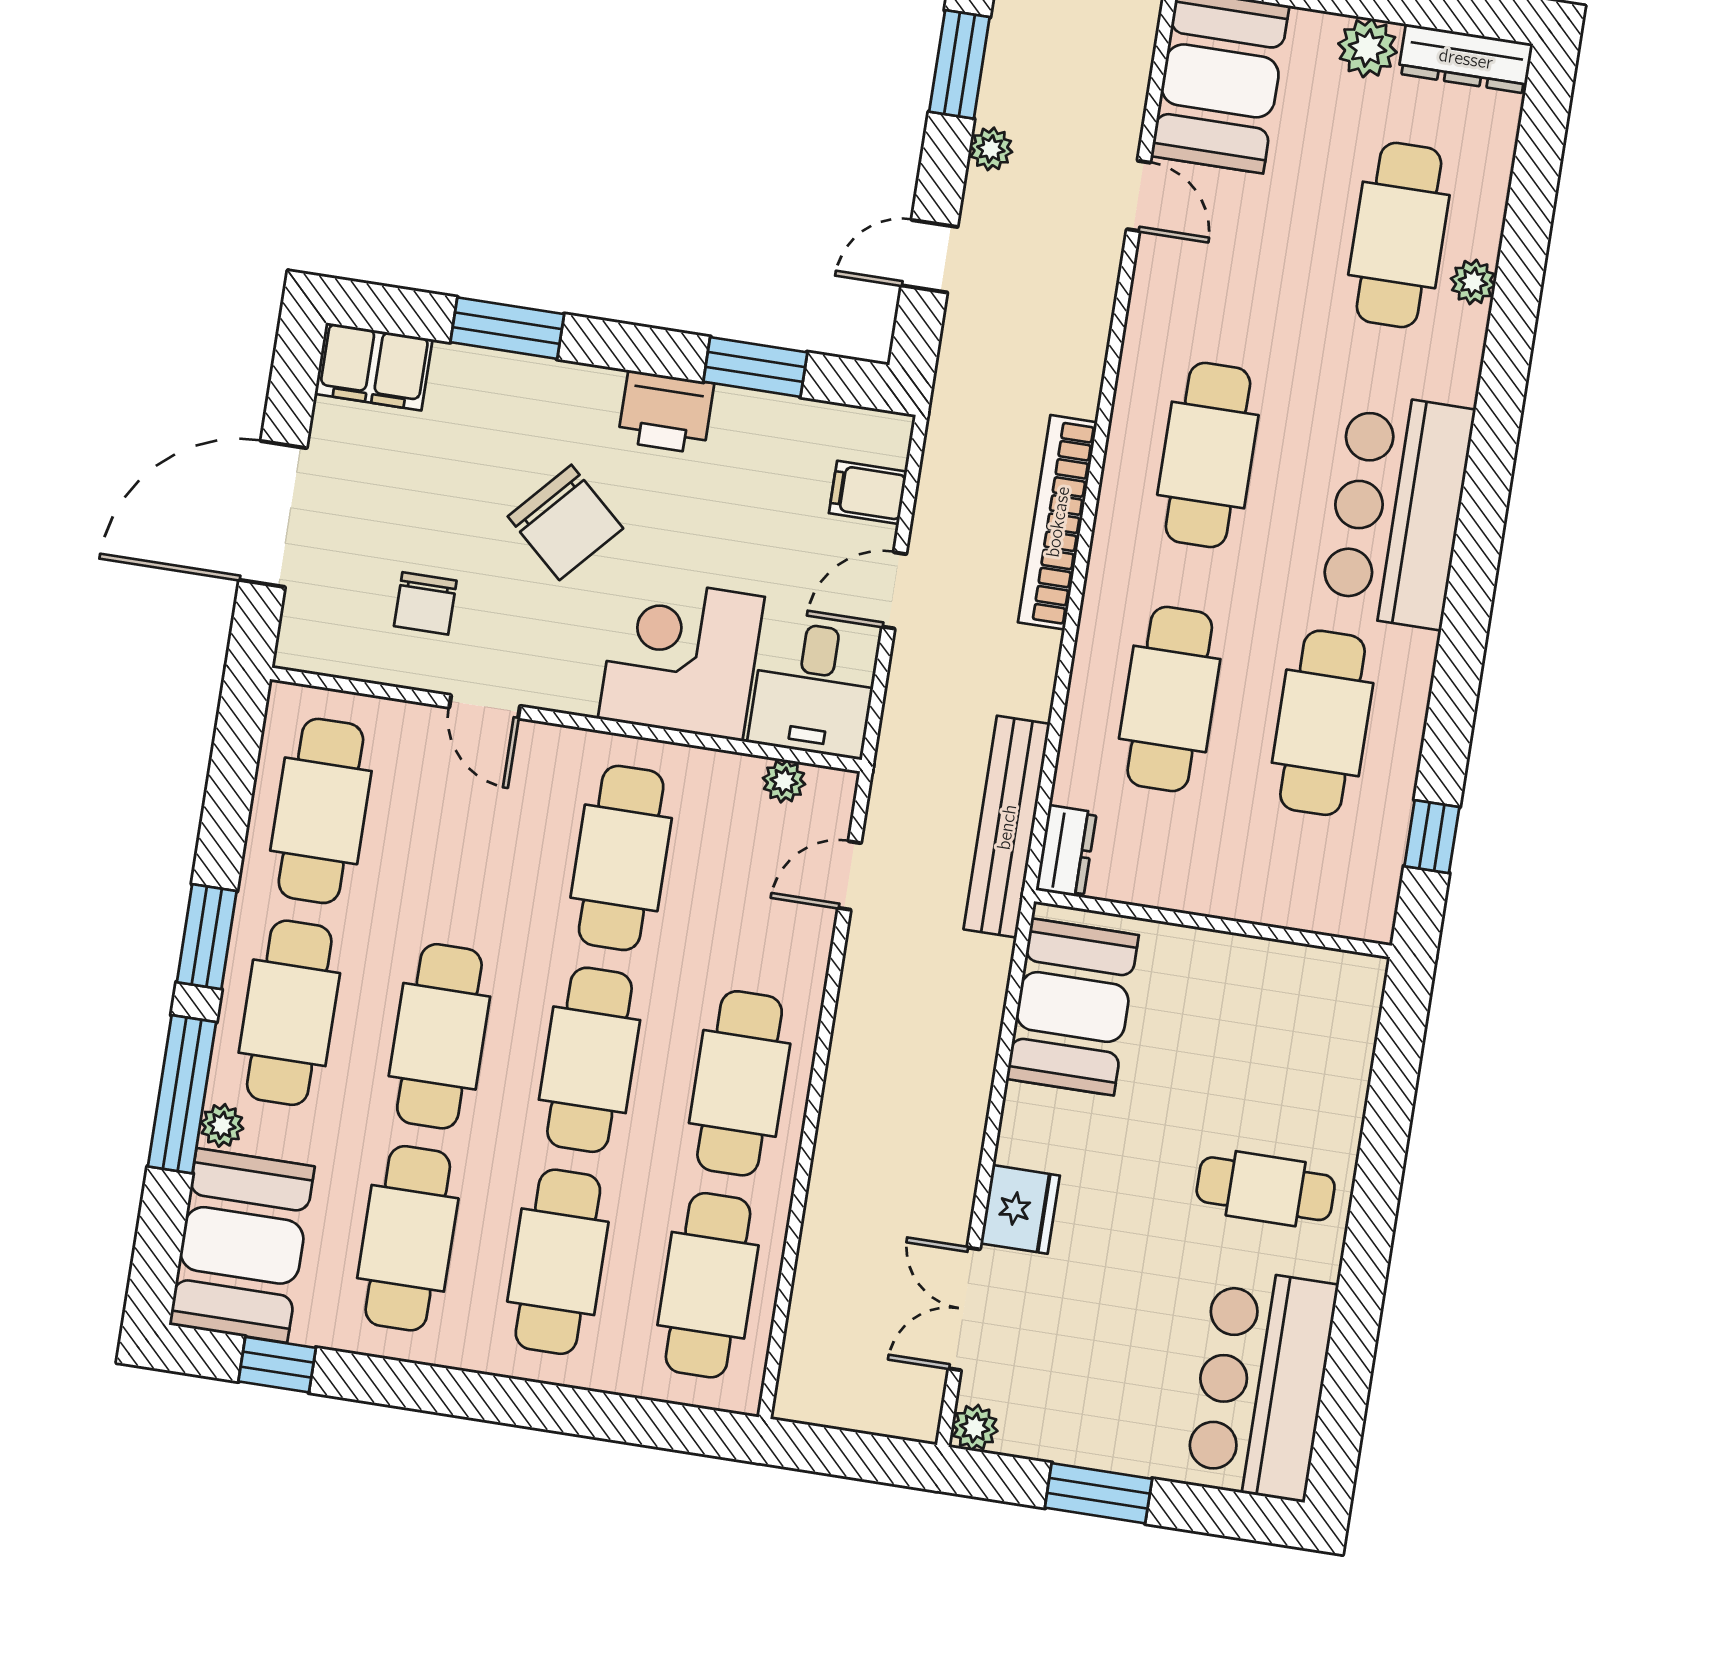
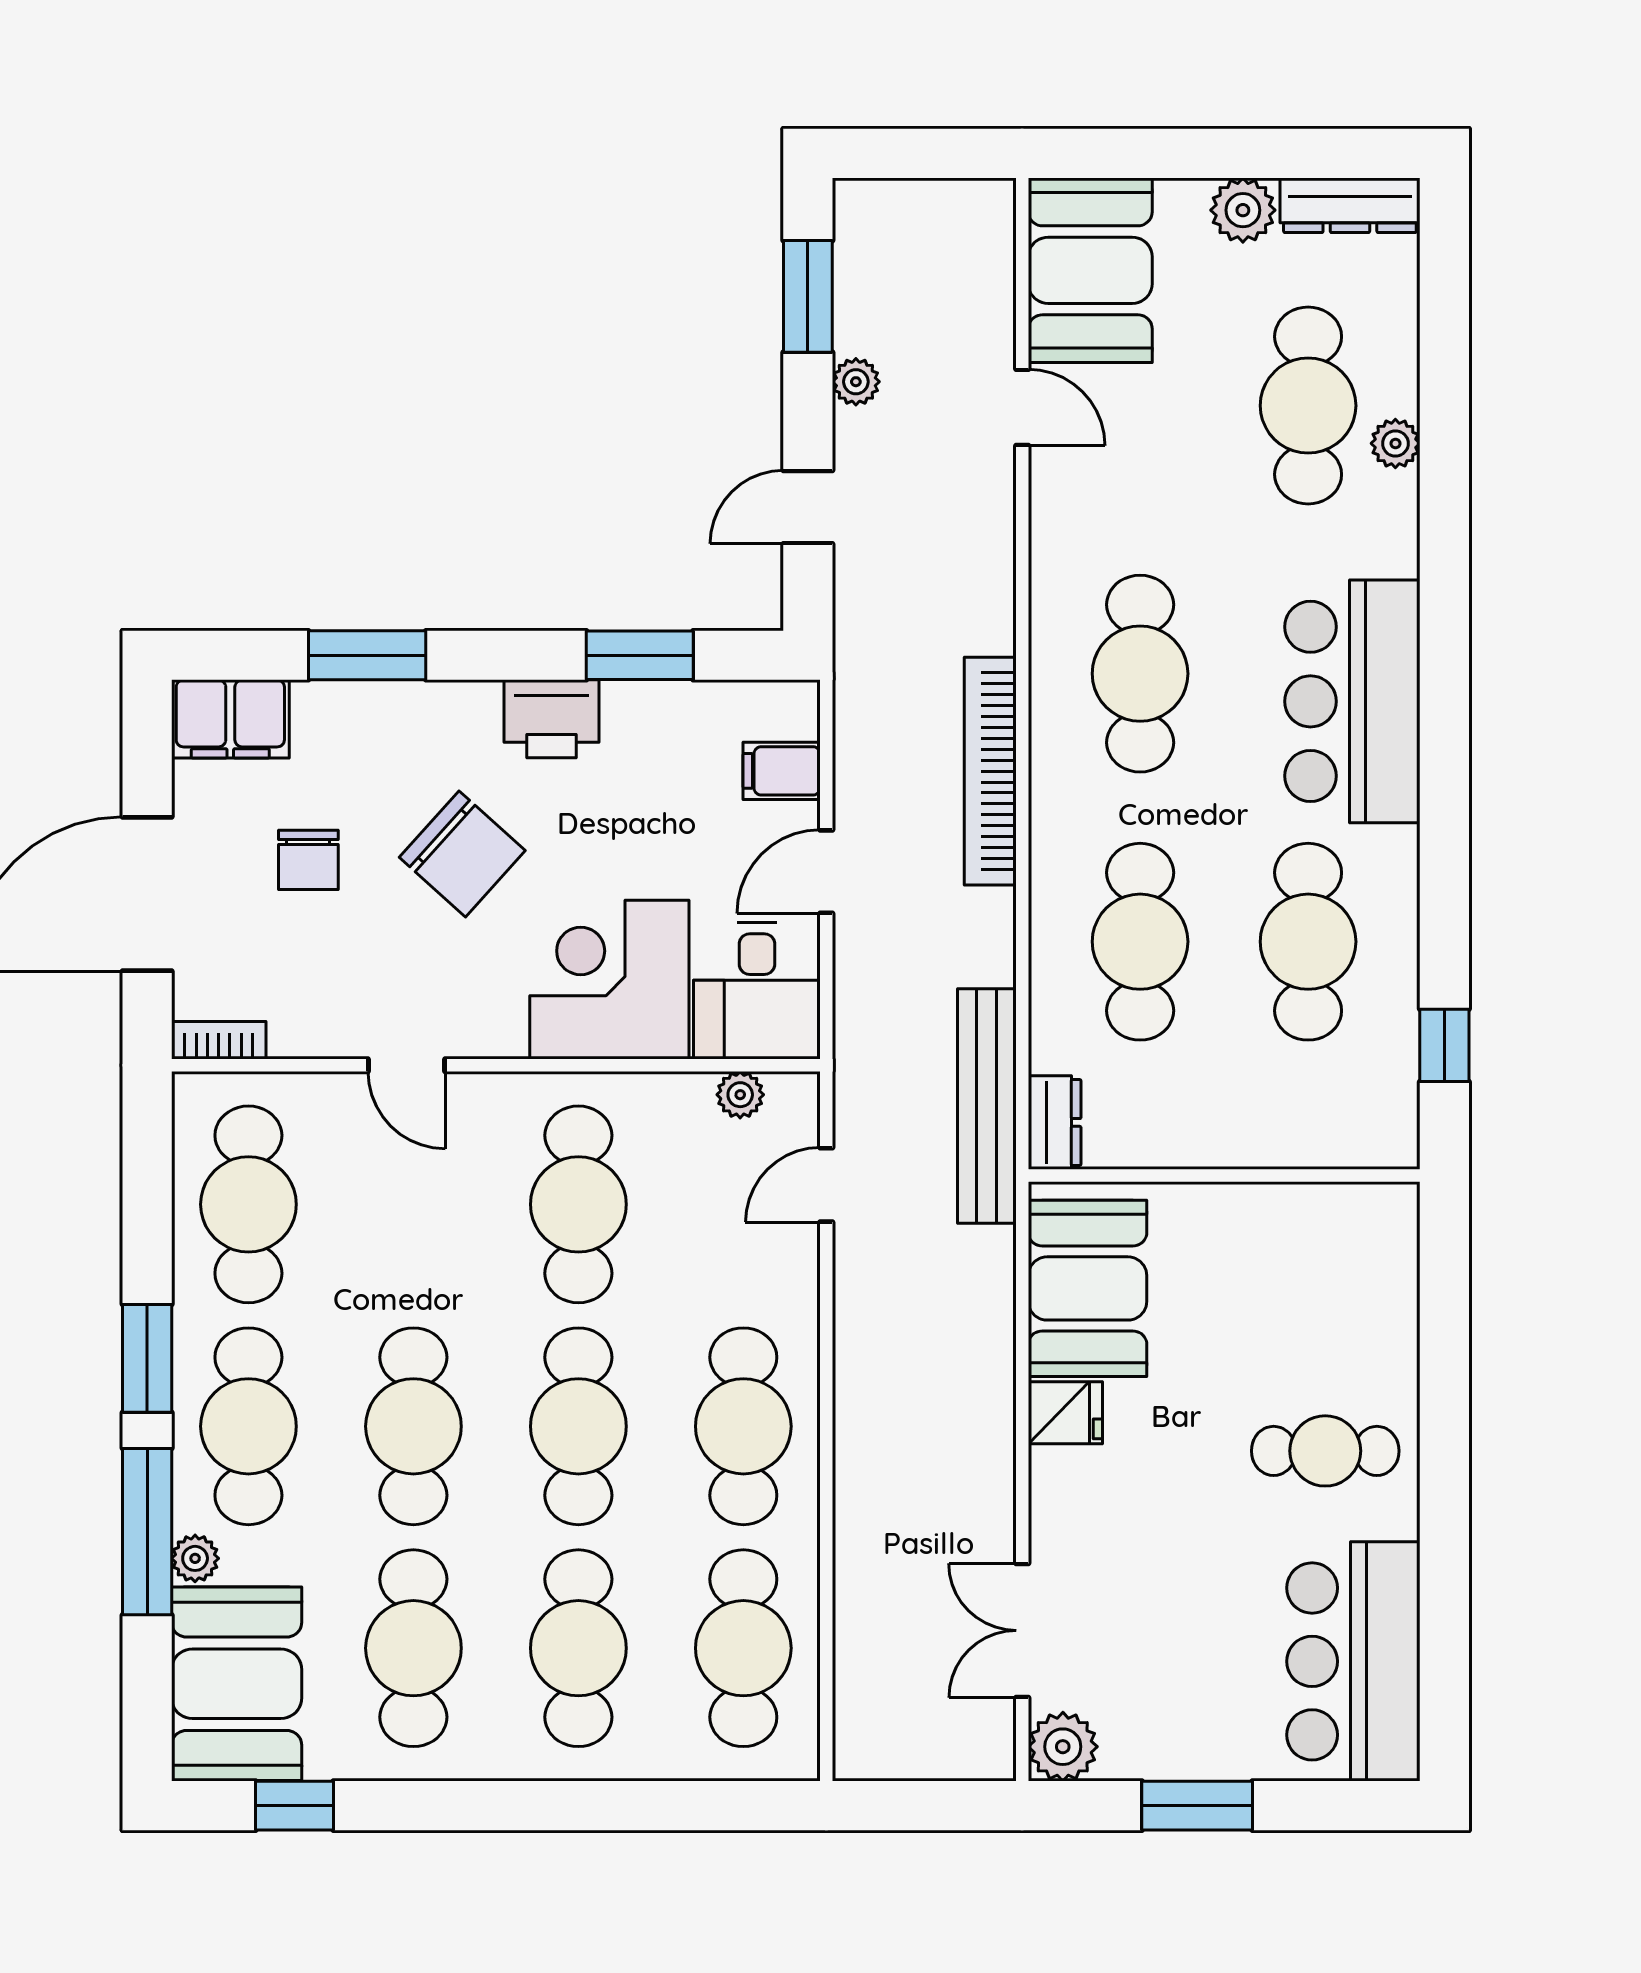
chair: (425, 603) -> (308, 860), moved
bookcase: (317, 657) -> (219, 1040), added
fridge: (1020, 1209) -> (1065, 1413), moved, width x0.72
plant: (975, 1428) -> (1063, 1747), width x1.38, depth x1.38

